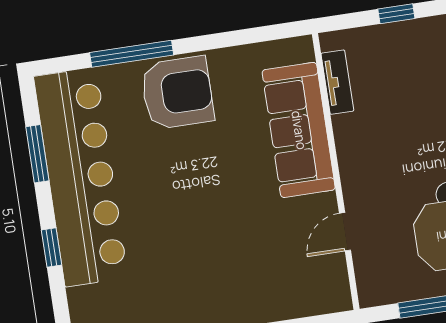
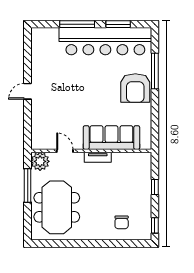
tv unit: (337, 82) -> (98, 157), moved
window: (52, 248) -> (77, 24), width x2.17
plant: (378, 285) -> (40, 161), added

